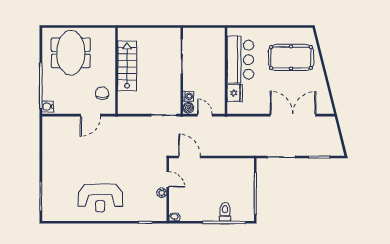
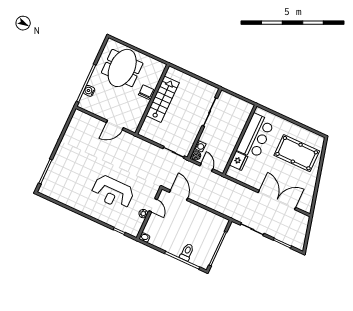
chair: (102, 93) -> (146, 92), moved
water cooler: (48, 107) -> (89, 91), moved
reception desk: (100, 198) -> (113, 192), moved

